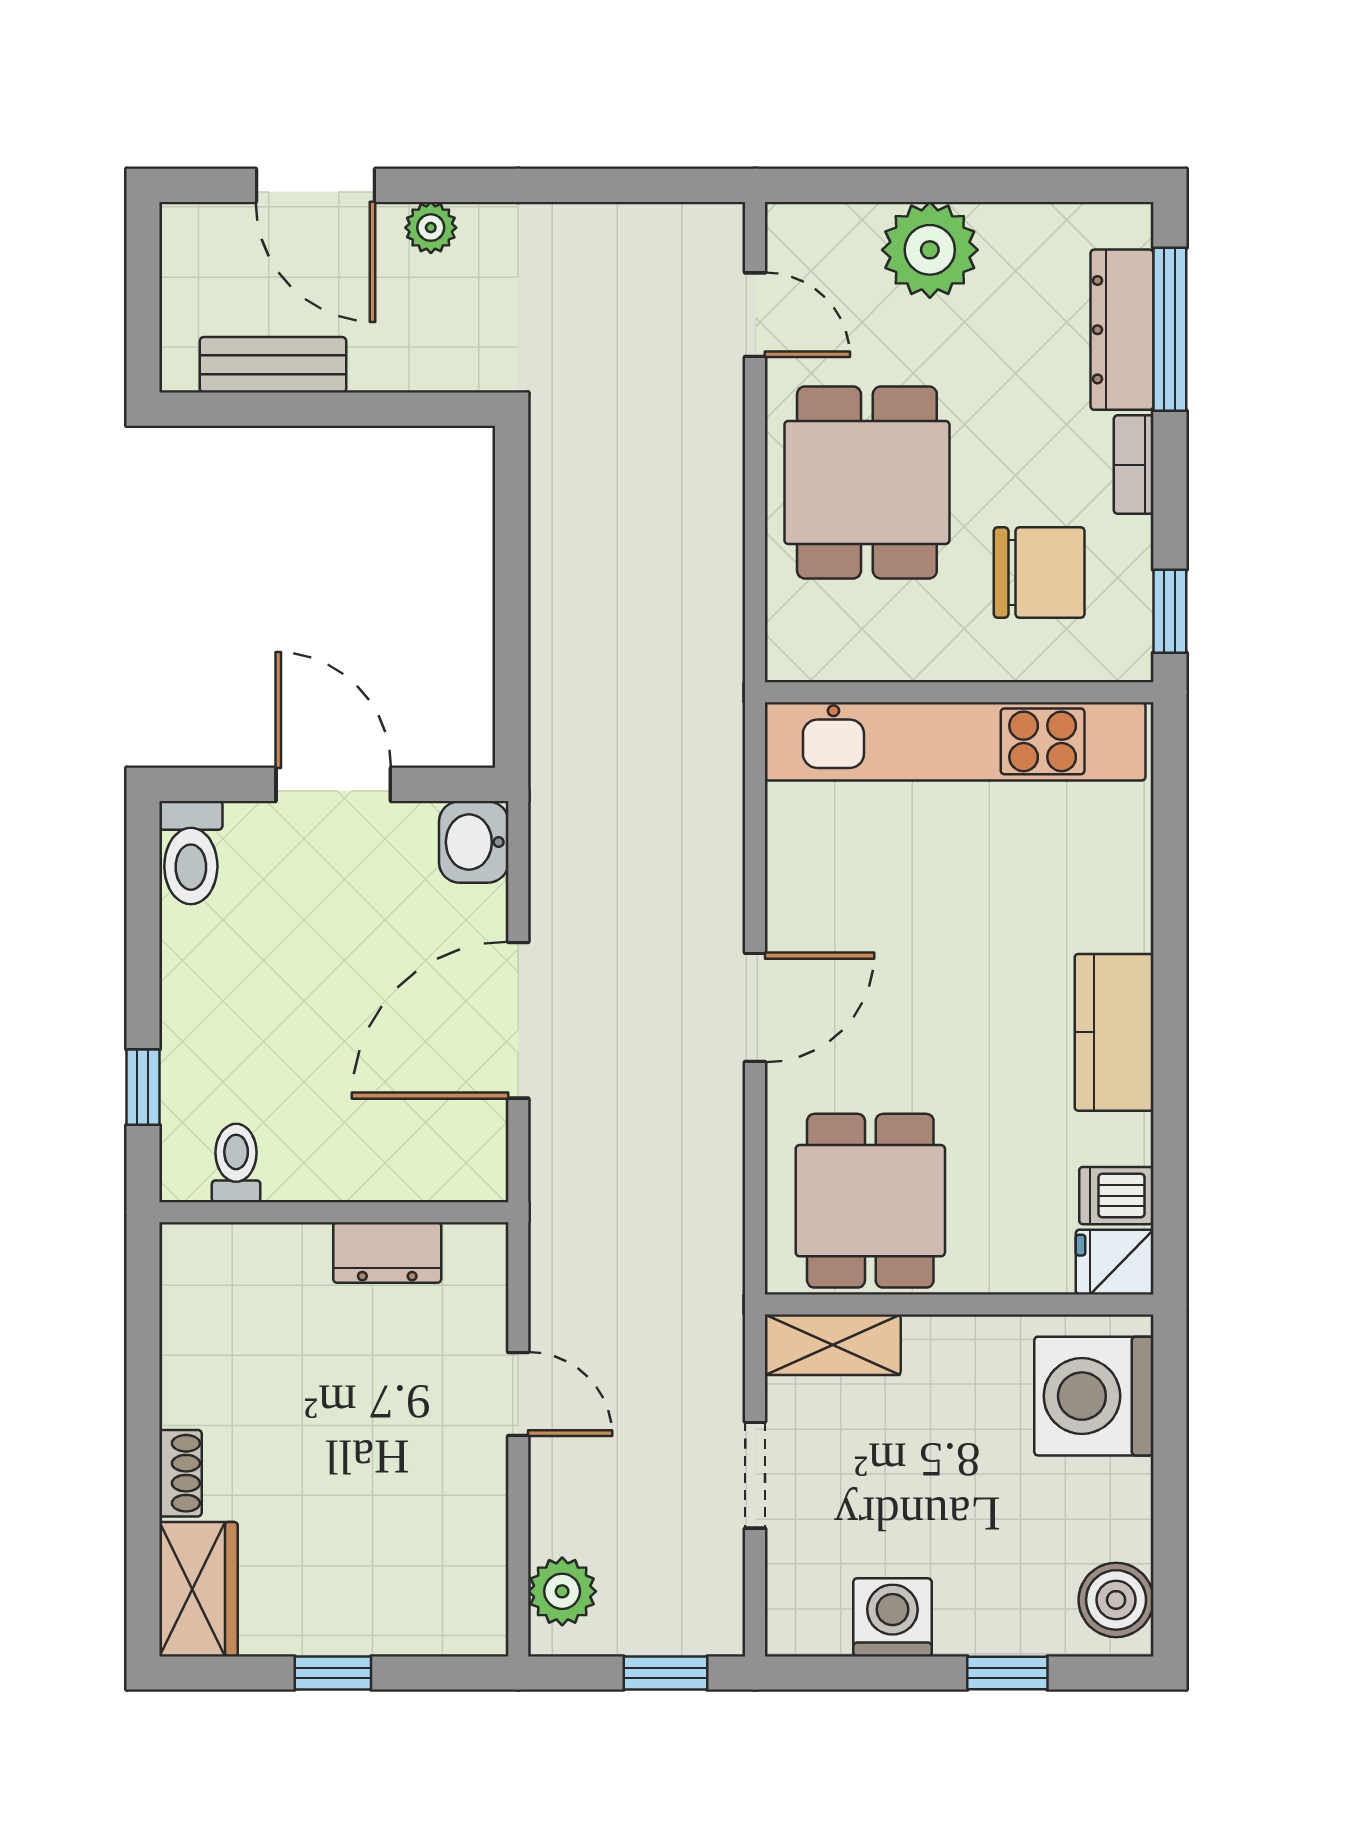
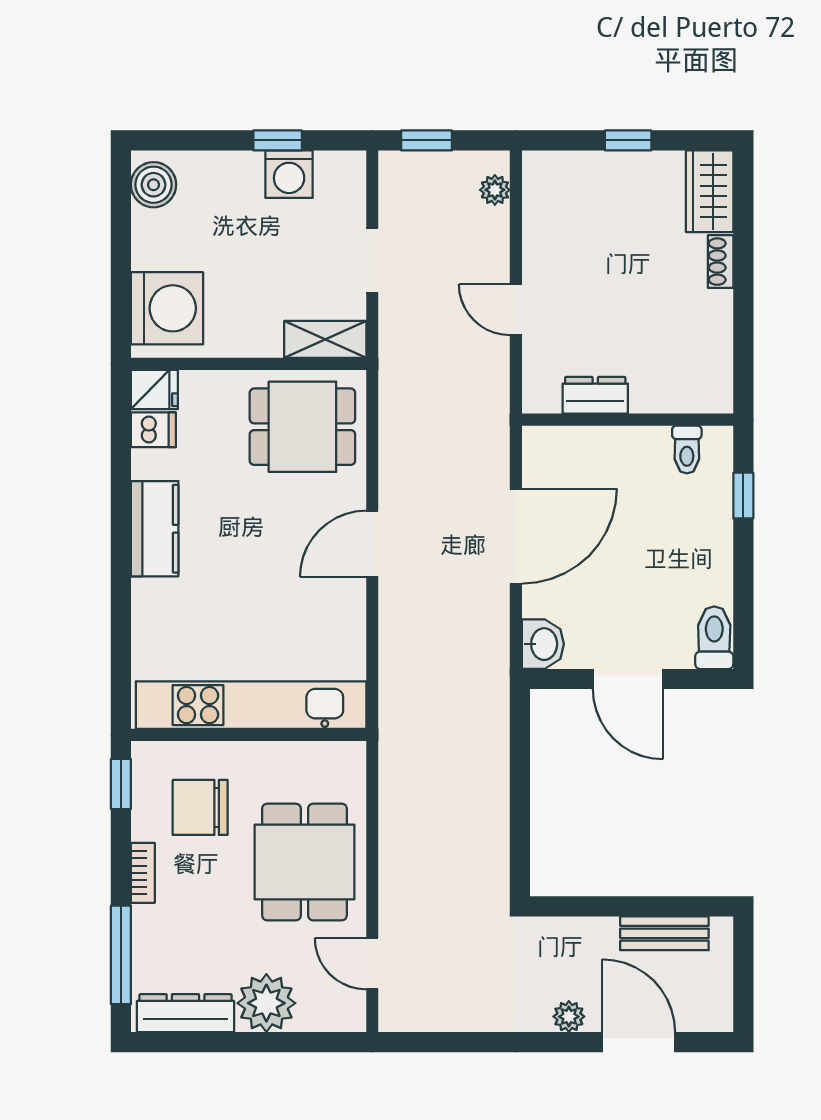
dresser: (1122, 330) -> (185, 1013), moved, turned -90
dining table: (870, 1201) -> (302, 427), turned 90
plant: (562, 1591) -> (495, 190), width x0.73, depth x0.73
window: (1007, 1673) -> (278, 140), moved

